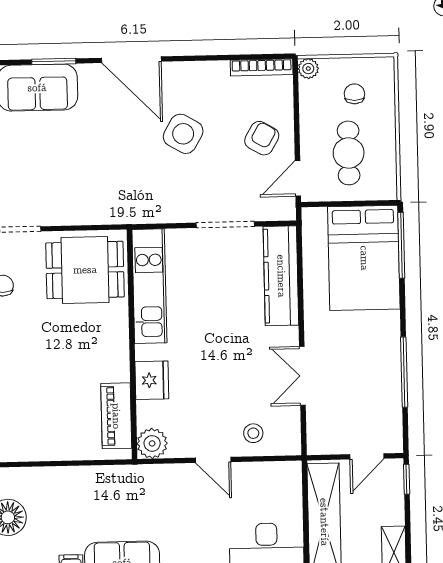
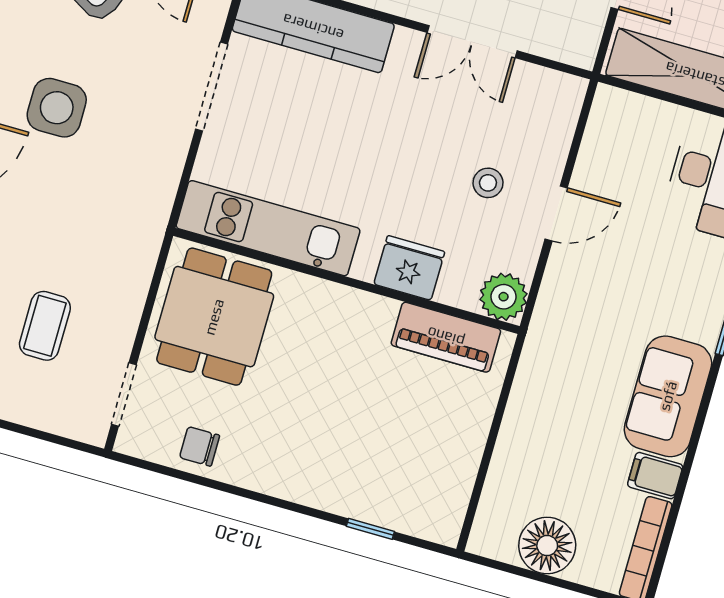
side table: (183, 134) -> (57, 108), turned -30
coffee table: (47, 168) -> (45, 326), added
stool: (253, 433) -> (488, 183), moved

